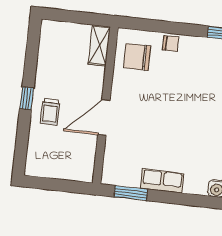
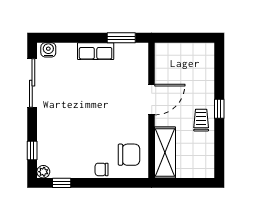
shelving: (99, 45) -> (165, 152), width x1.50, depth x1.33
trolley: (50, 112) -> (201, 120), moved

